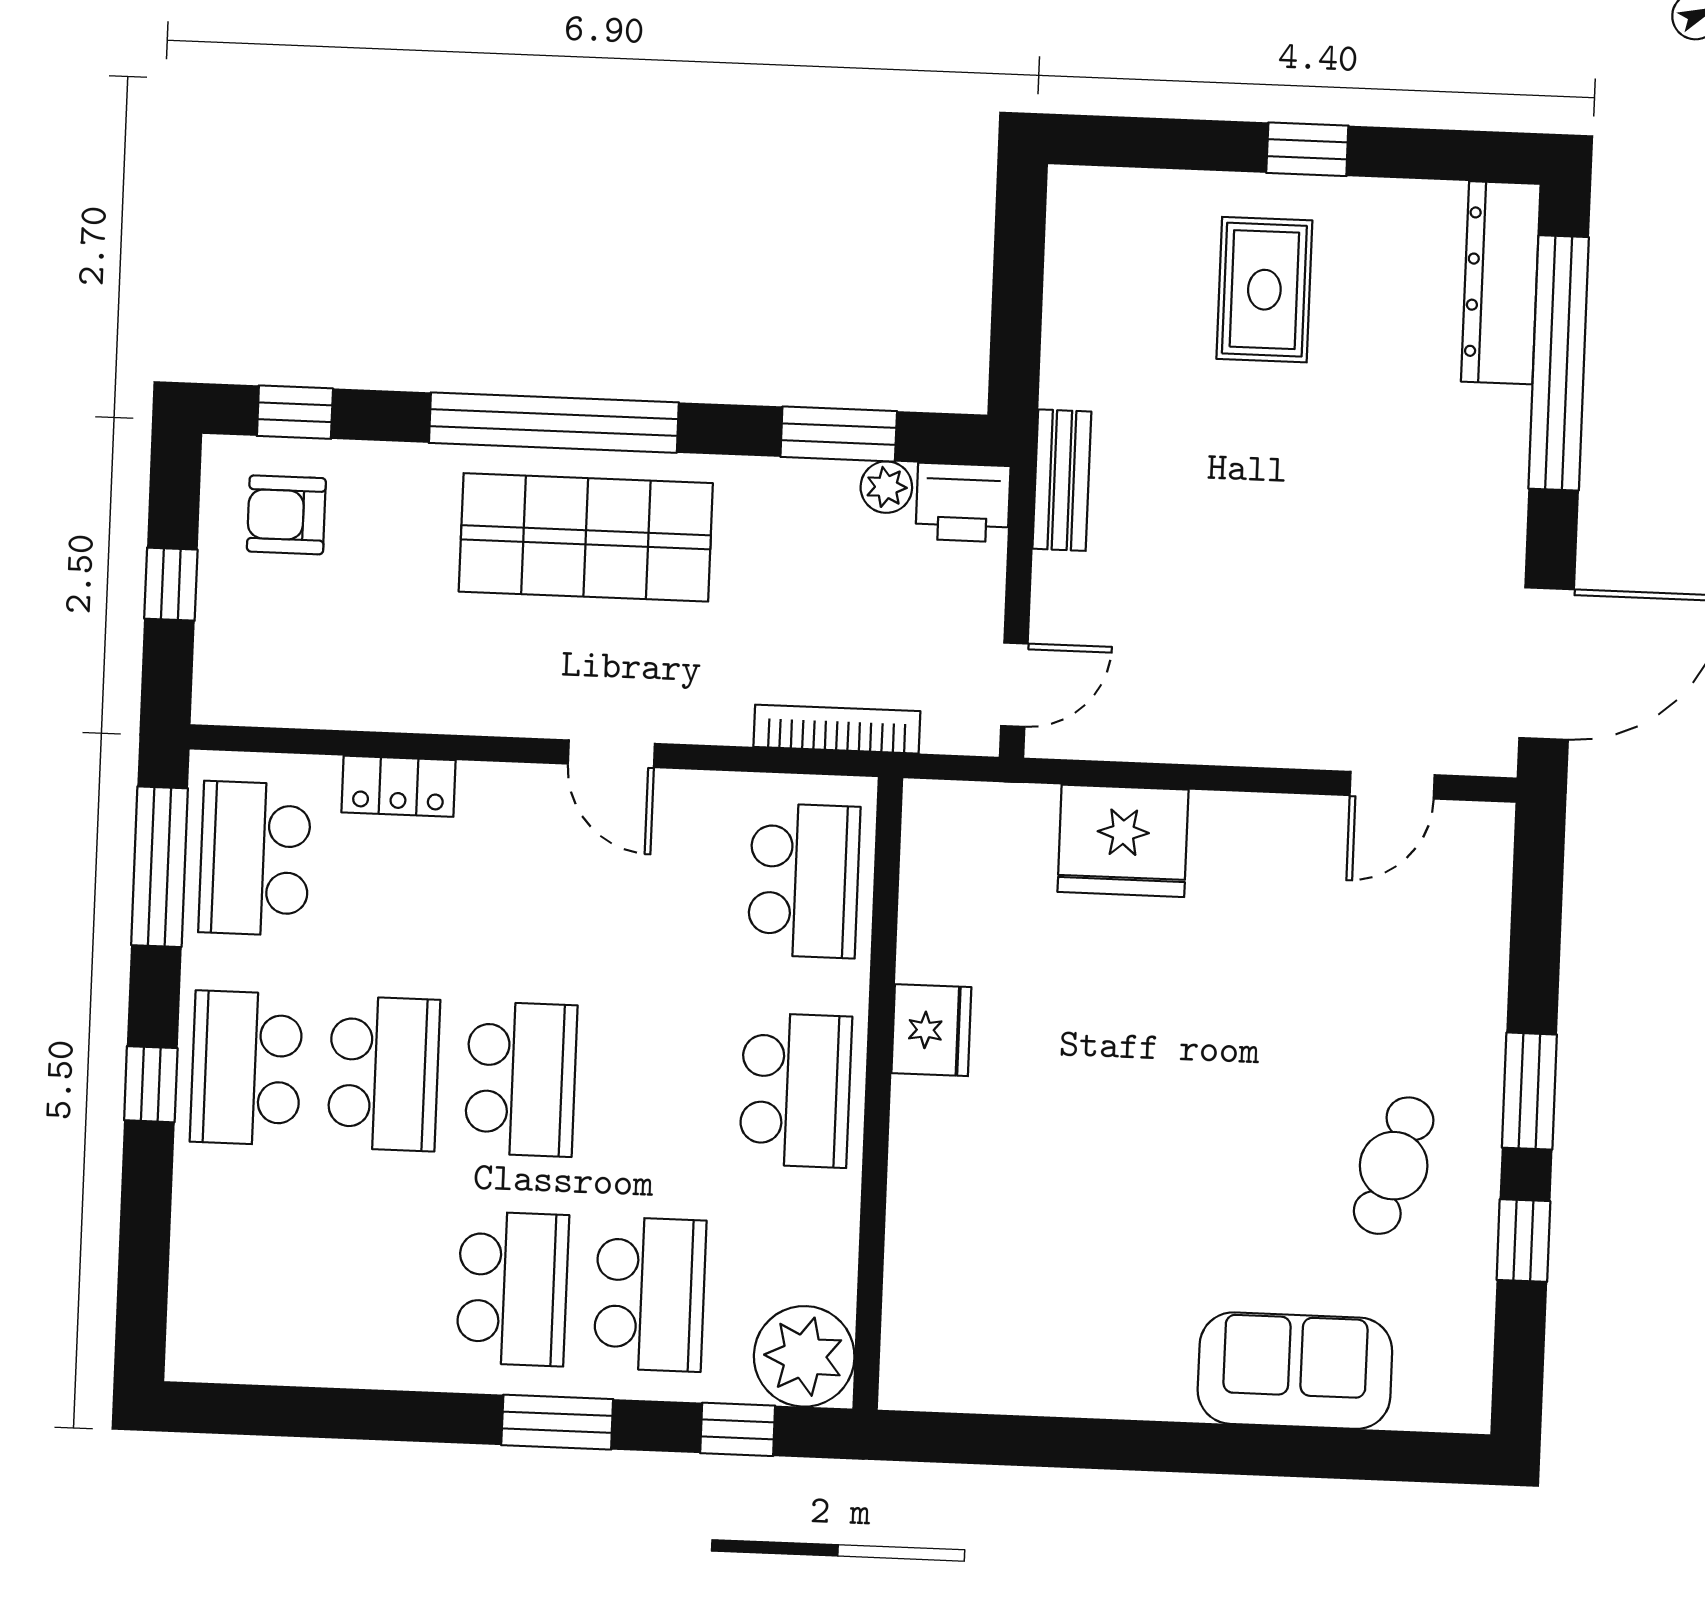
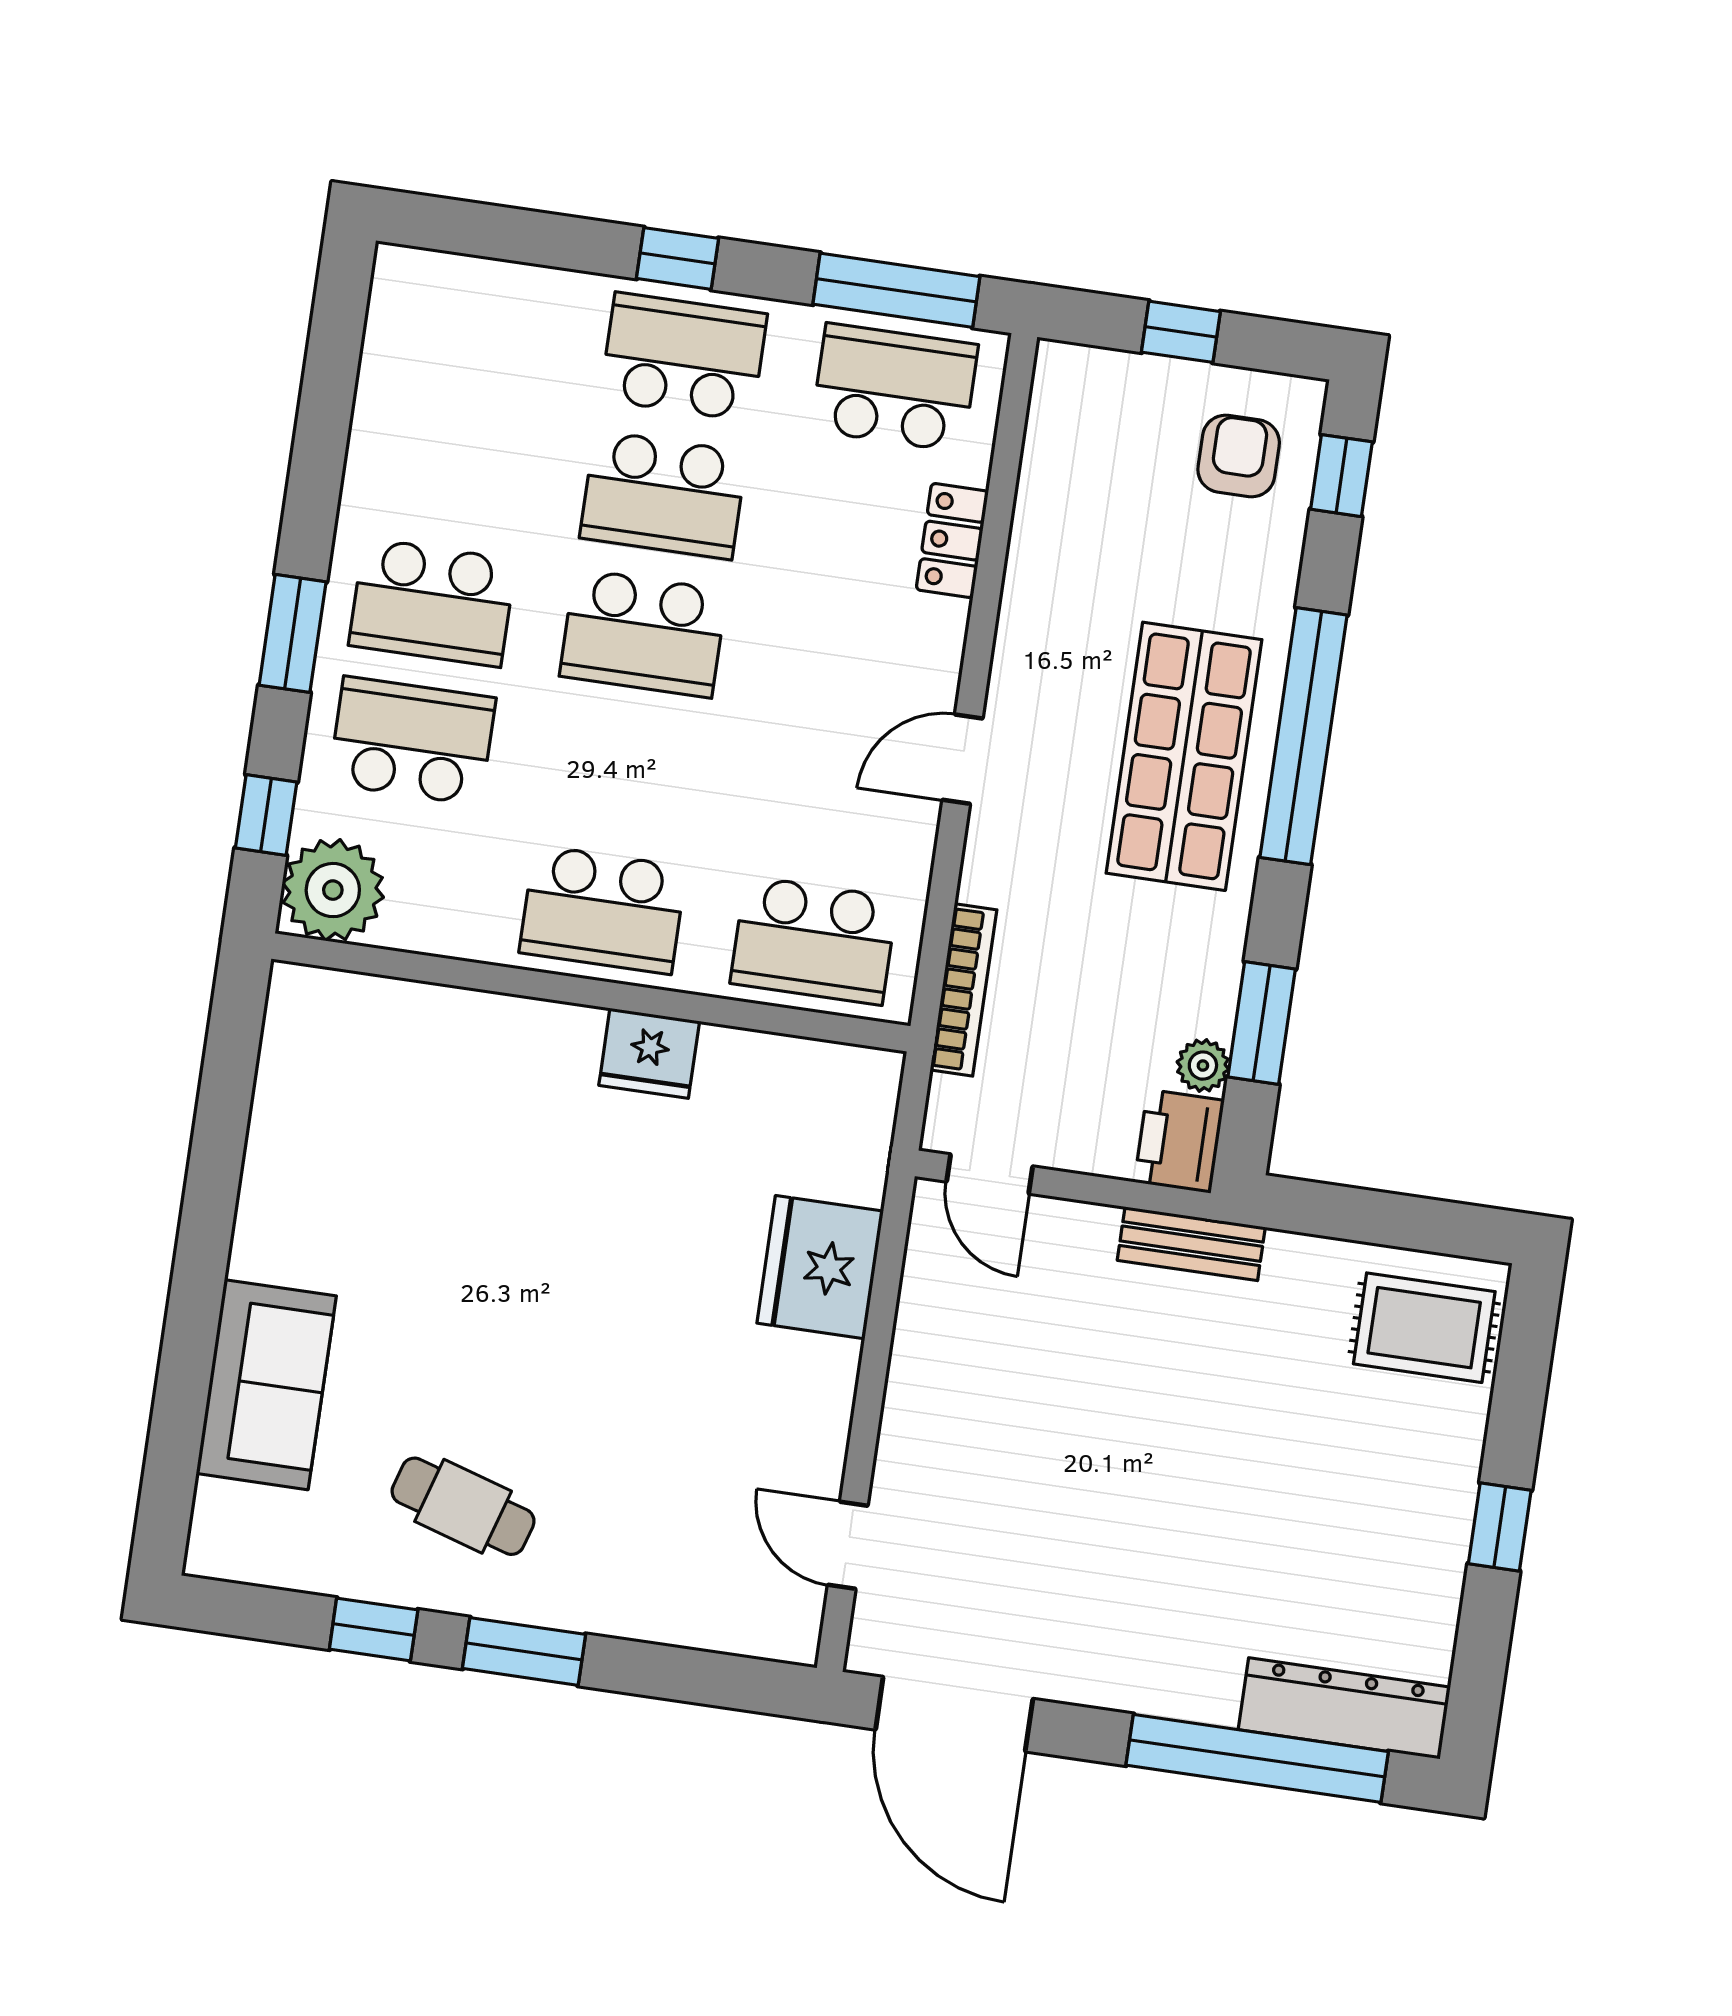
rug: (1264, 290) -> (1424, 1328), moved
school desk: (650, 1294) -> (412, 741), turned 180

